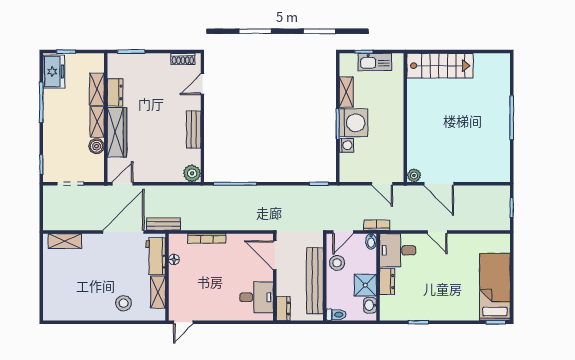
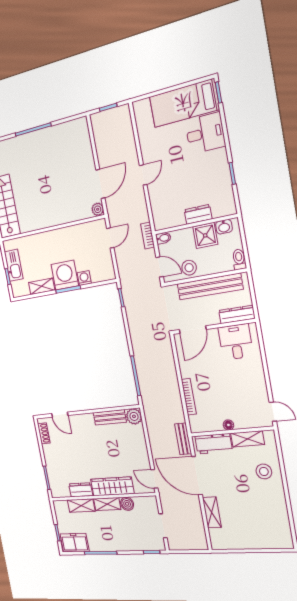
bench: (194, 130) -> (110, 417), moved
shelving: (65, 241) -> (212, 512), moved
desk: (398, 250) -> (205, 133), moved, turned -90
floor lamp: (174, 259) -> (228, 425), moved
dresser: (283, 308) -> (237, 314), width x1.44

